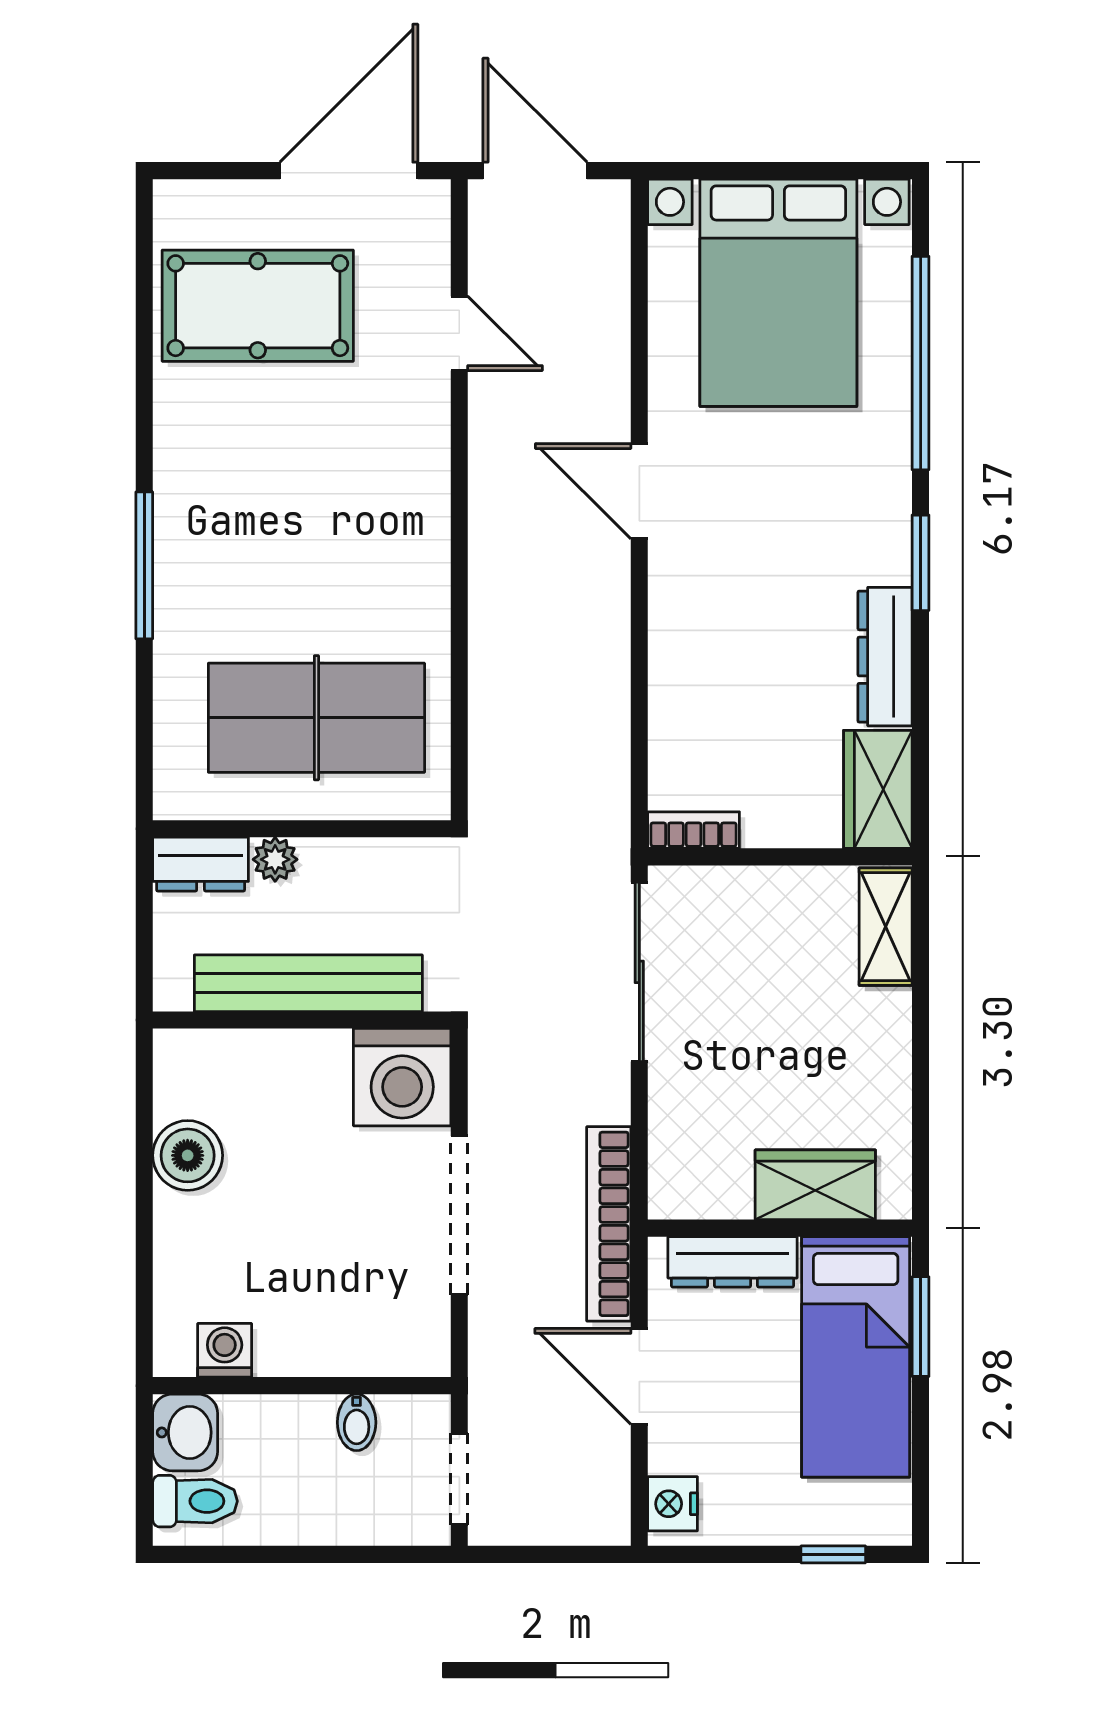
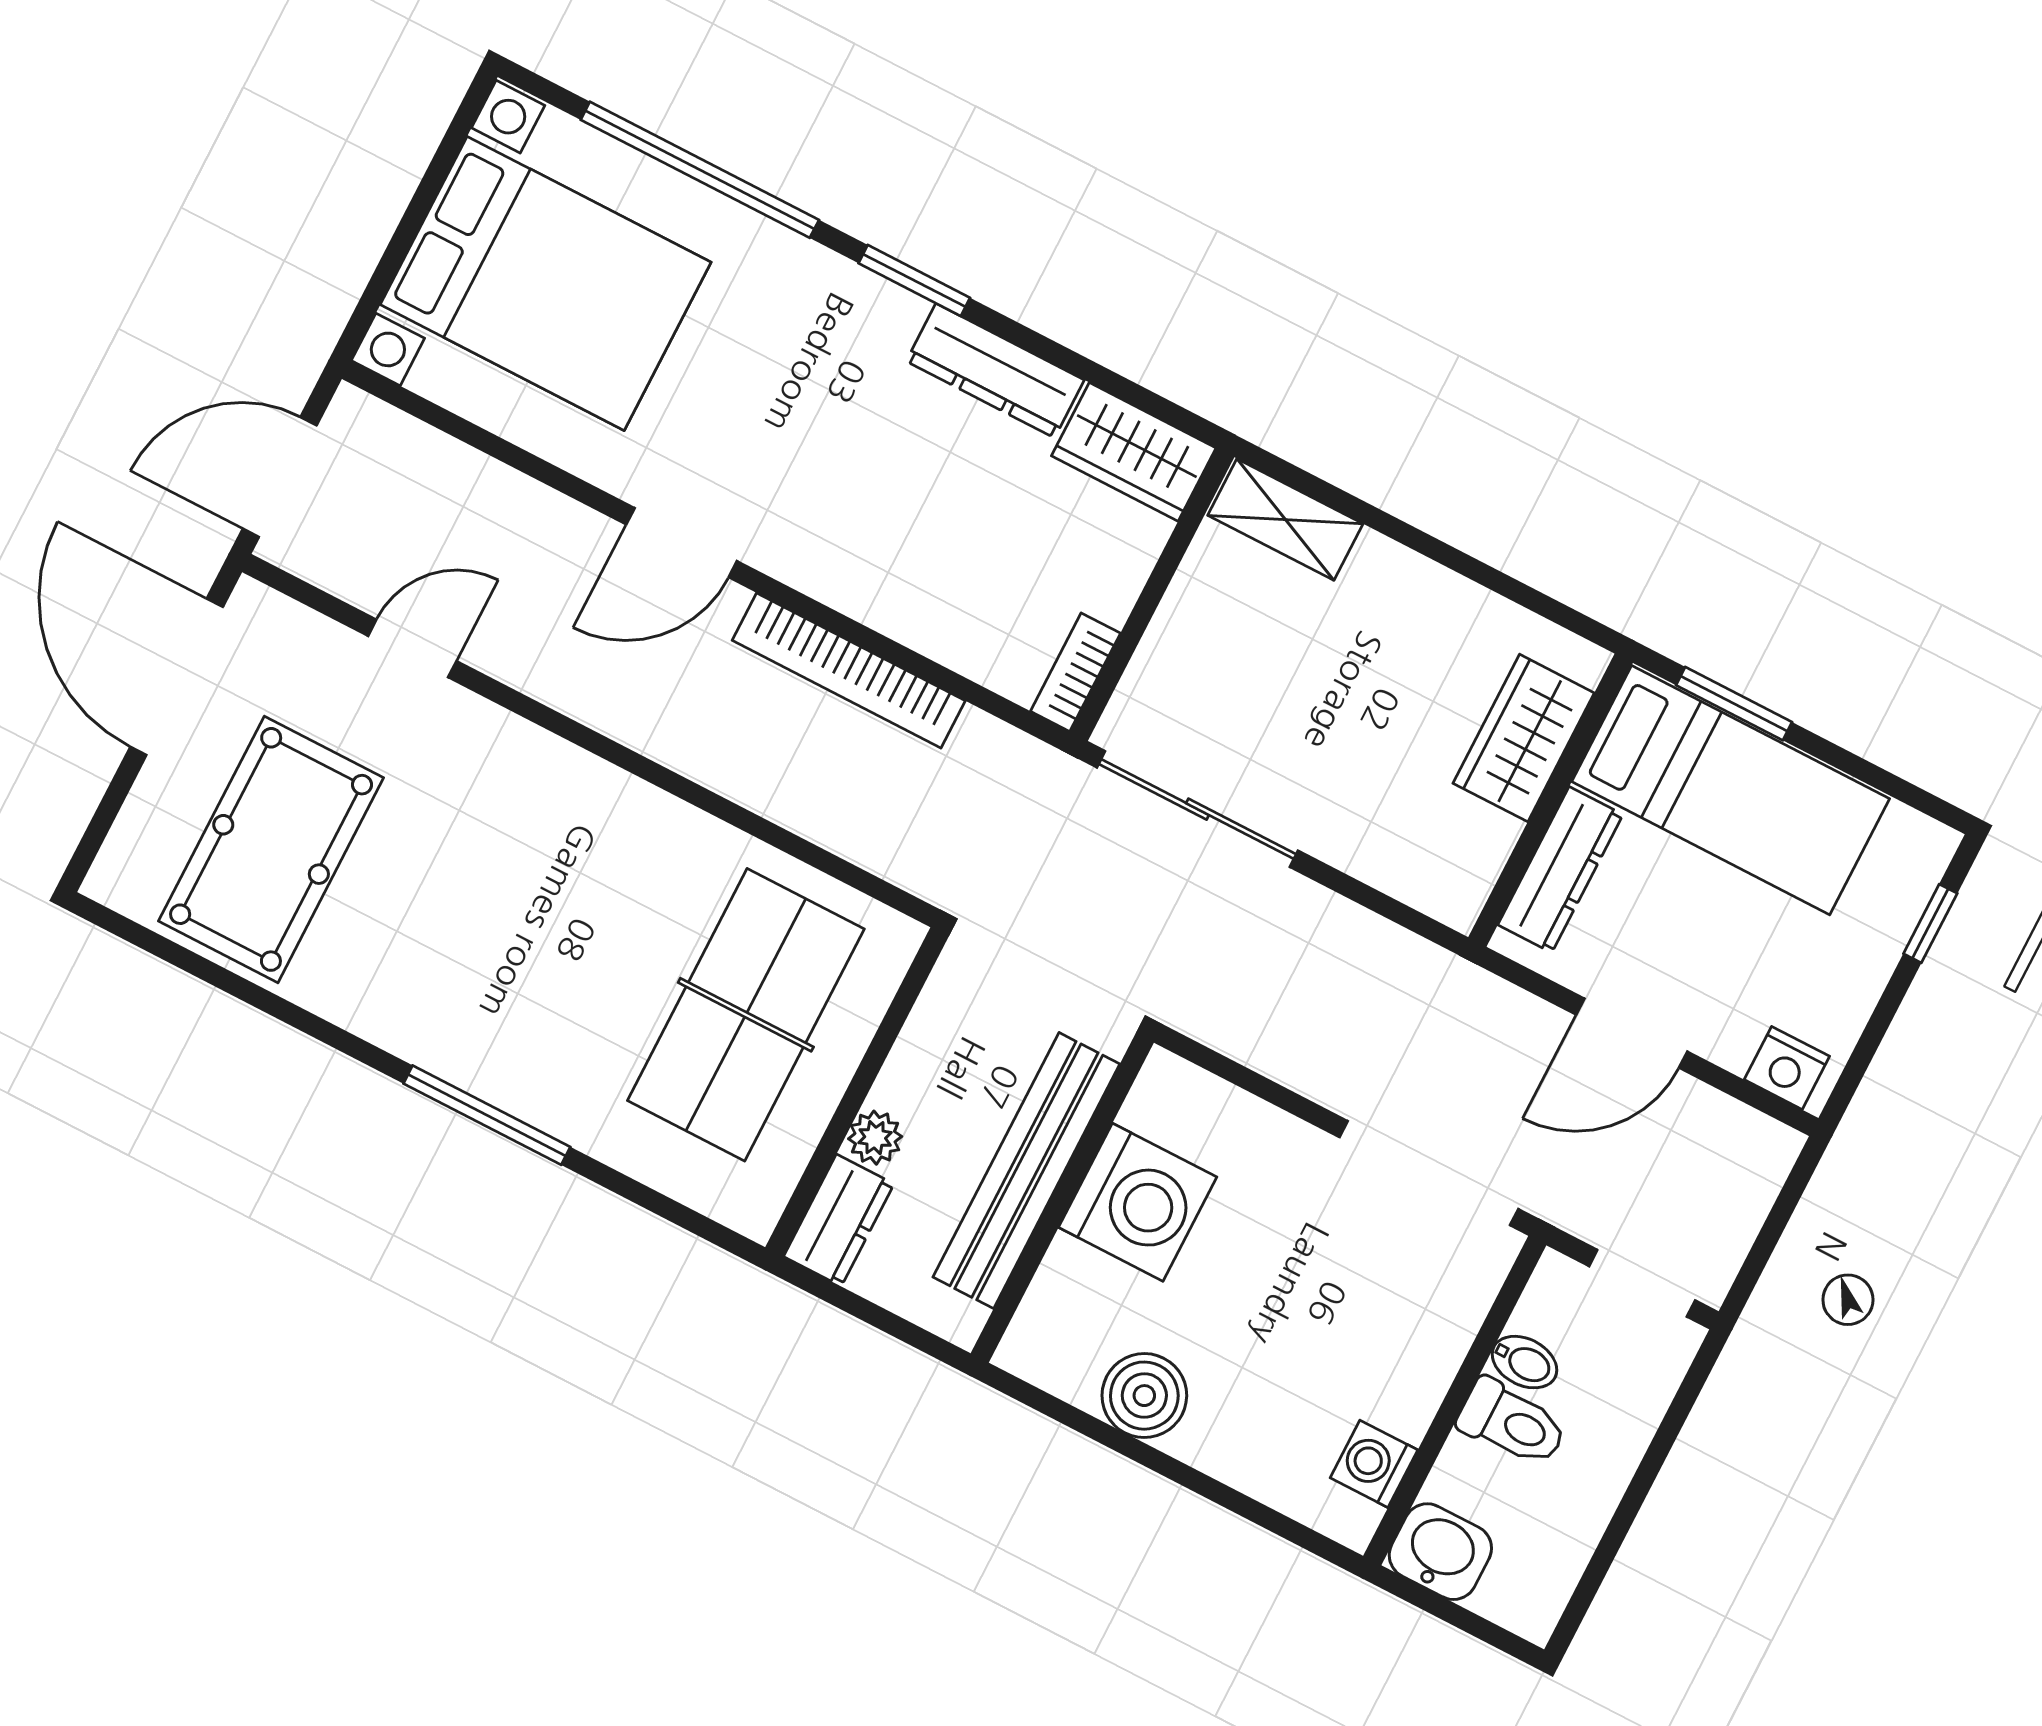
washing machine: (402, 1077) -> (1138, 1202), moved
doorway: (459, 1215) -> (1429, 1173), moved
bookcase: (609, 1224) -> (849, 670), moved
toilet: (195, 1501) -> (1512, 1423), moved, turned 90

